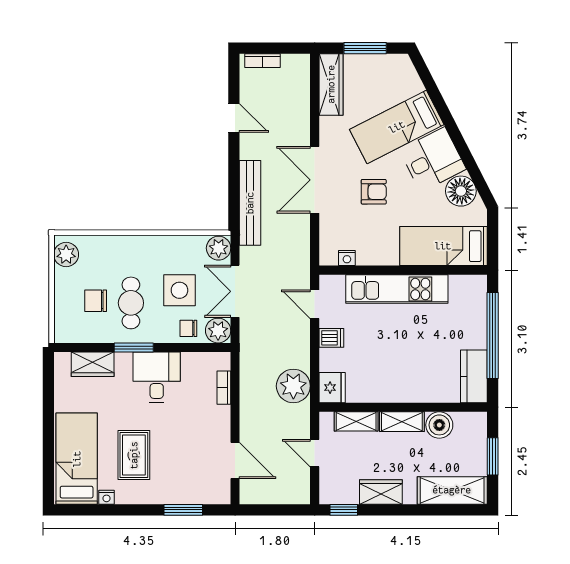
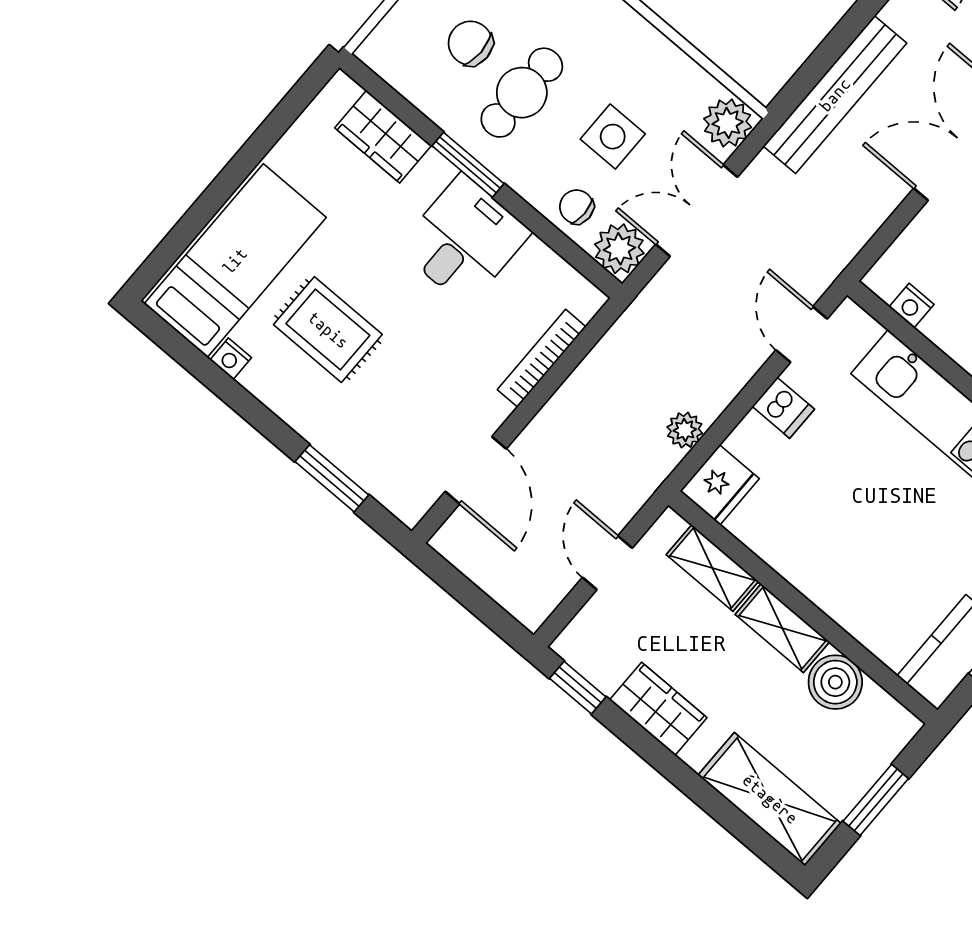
side table: (179, 290) -> (613, 137), width x0.73, depth x0.73
plant: (293, 386) -> (685, 430), width x0.53, depth x0.53
bookcase: (224, 388) -> (542, 358), width x1.56
rug: (134, 455) -> (328, 330), turned 90

